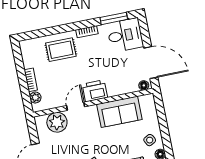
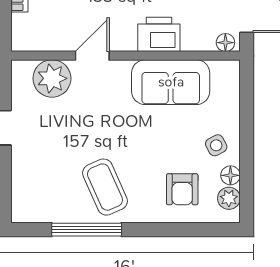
printer: (95, 91) -> (159, 34), moved
plant: (35, 97) -> (21, 25), removed

